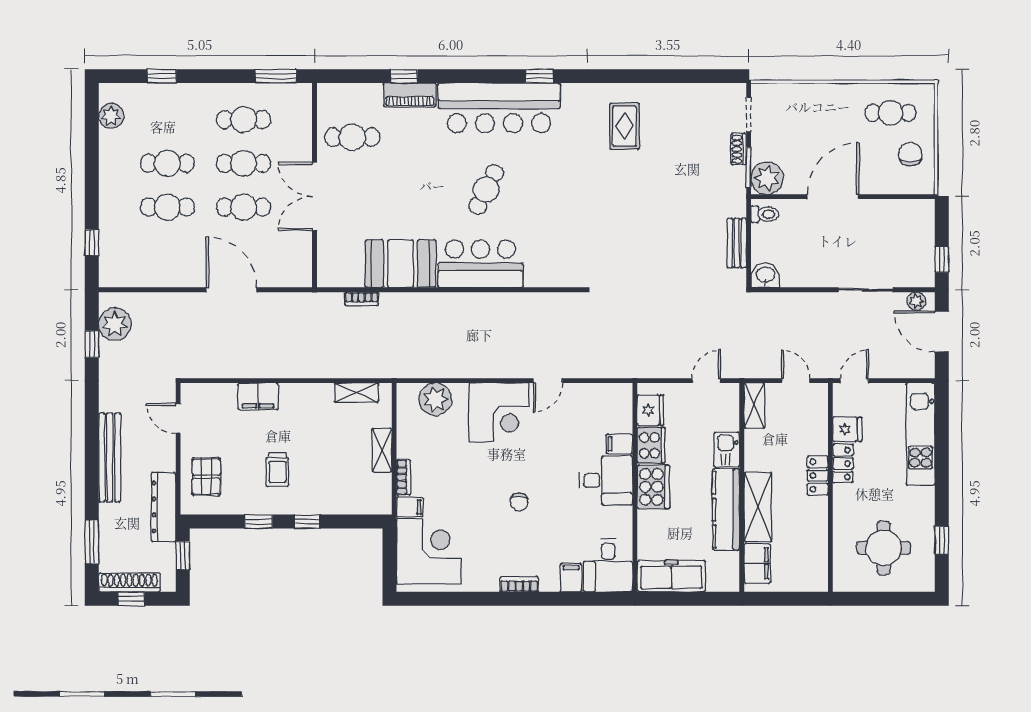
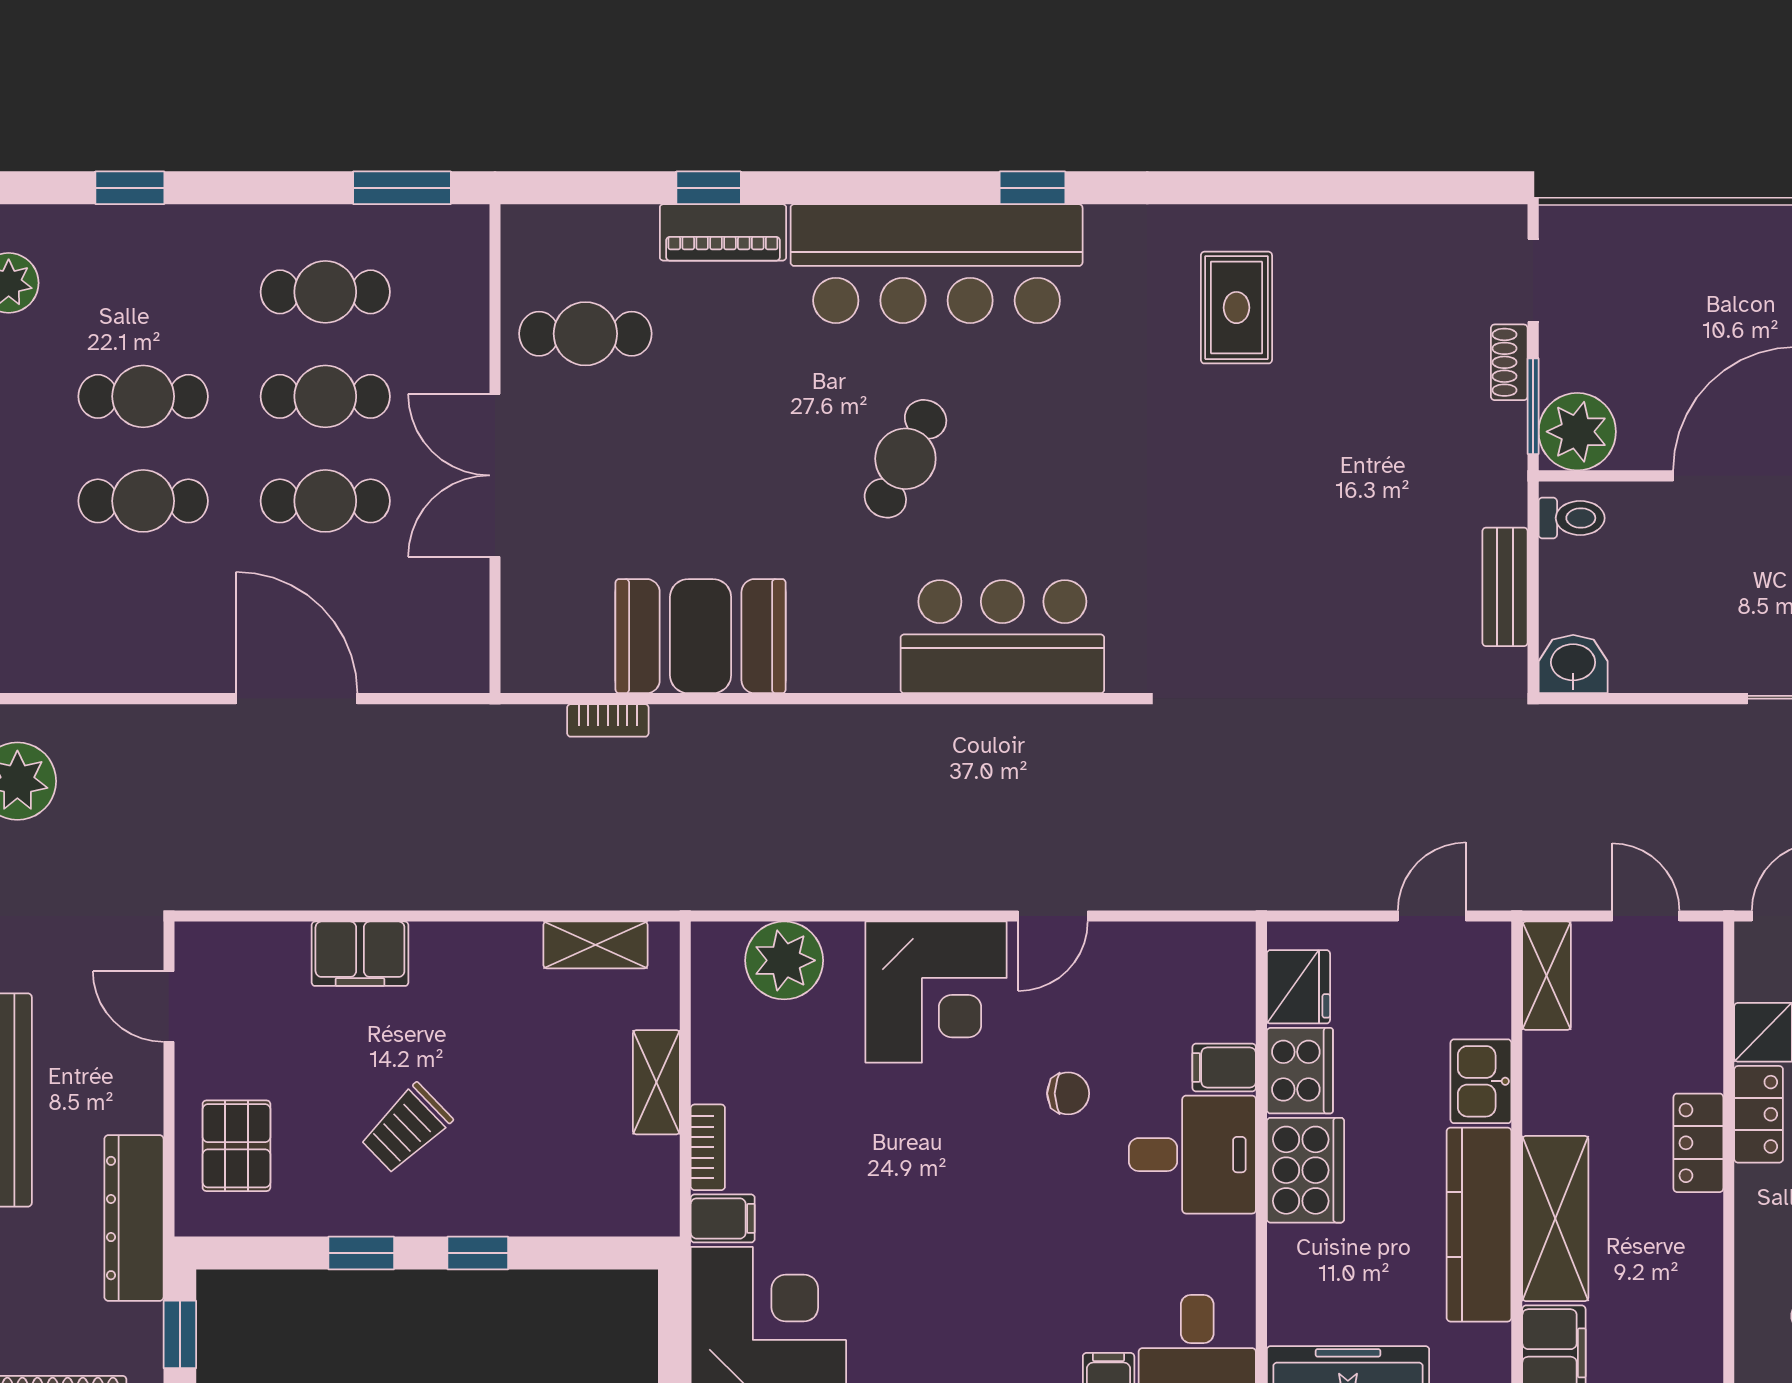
bar counter: (480, 264) -> (1002, 637), moved
trolley: (277, 470) -> (406, 1129), turned 46
chair: (519, 502) -> (1068, 1093), moved, turned -90

